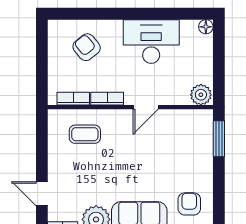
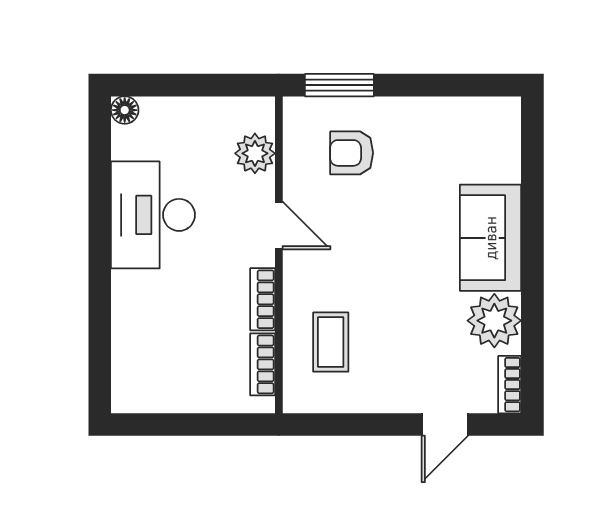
armchair: (87, 47) -> (164, 339), removed
plant: (201, 95) -> (255, 153), moved
armchair: (189, 204) -> (352, 153), moved

